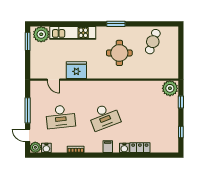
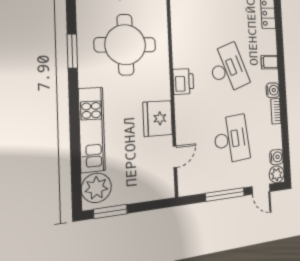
round table: (119, 53) -> (125, 45), width x1.36, depth x1.36
printer: (97, 87) -> (183, 81), added
door: (28, 135) -> (261, 189), hinge flipped
water cooler: (124, 148) -> (273, 90), moved

